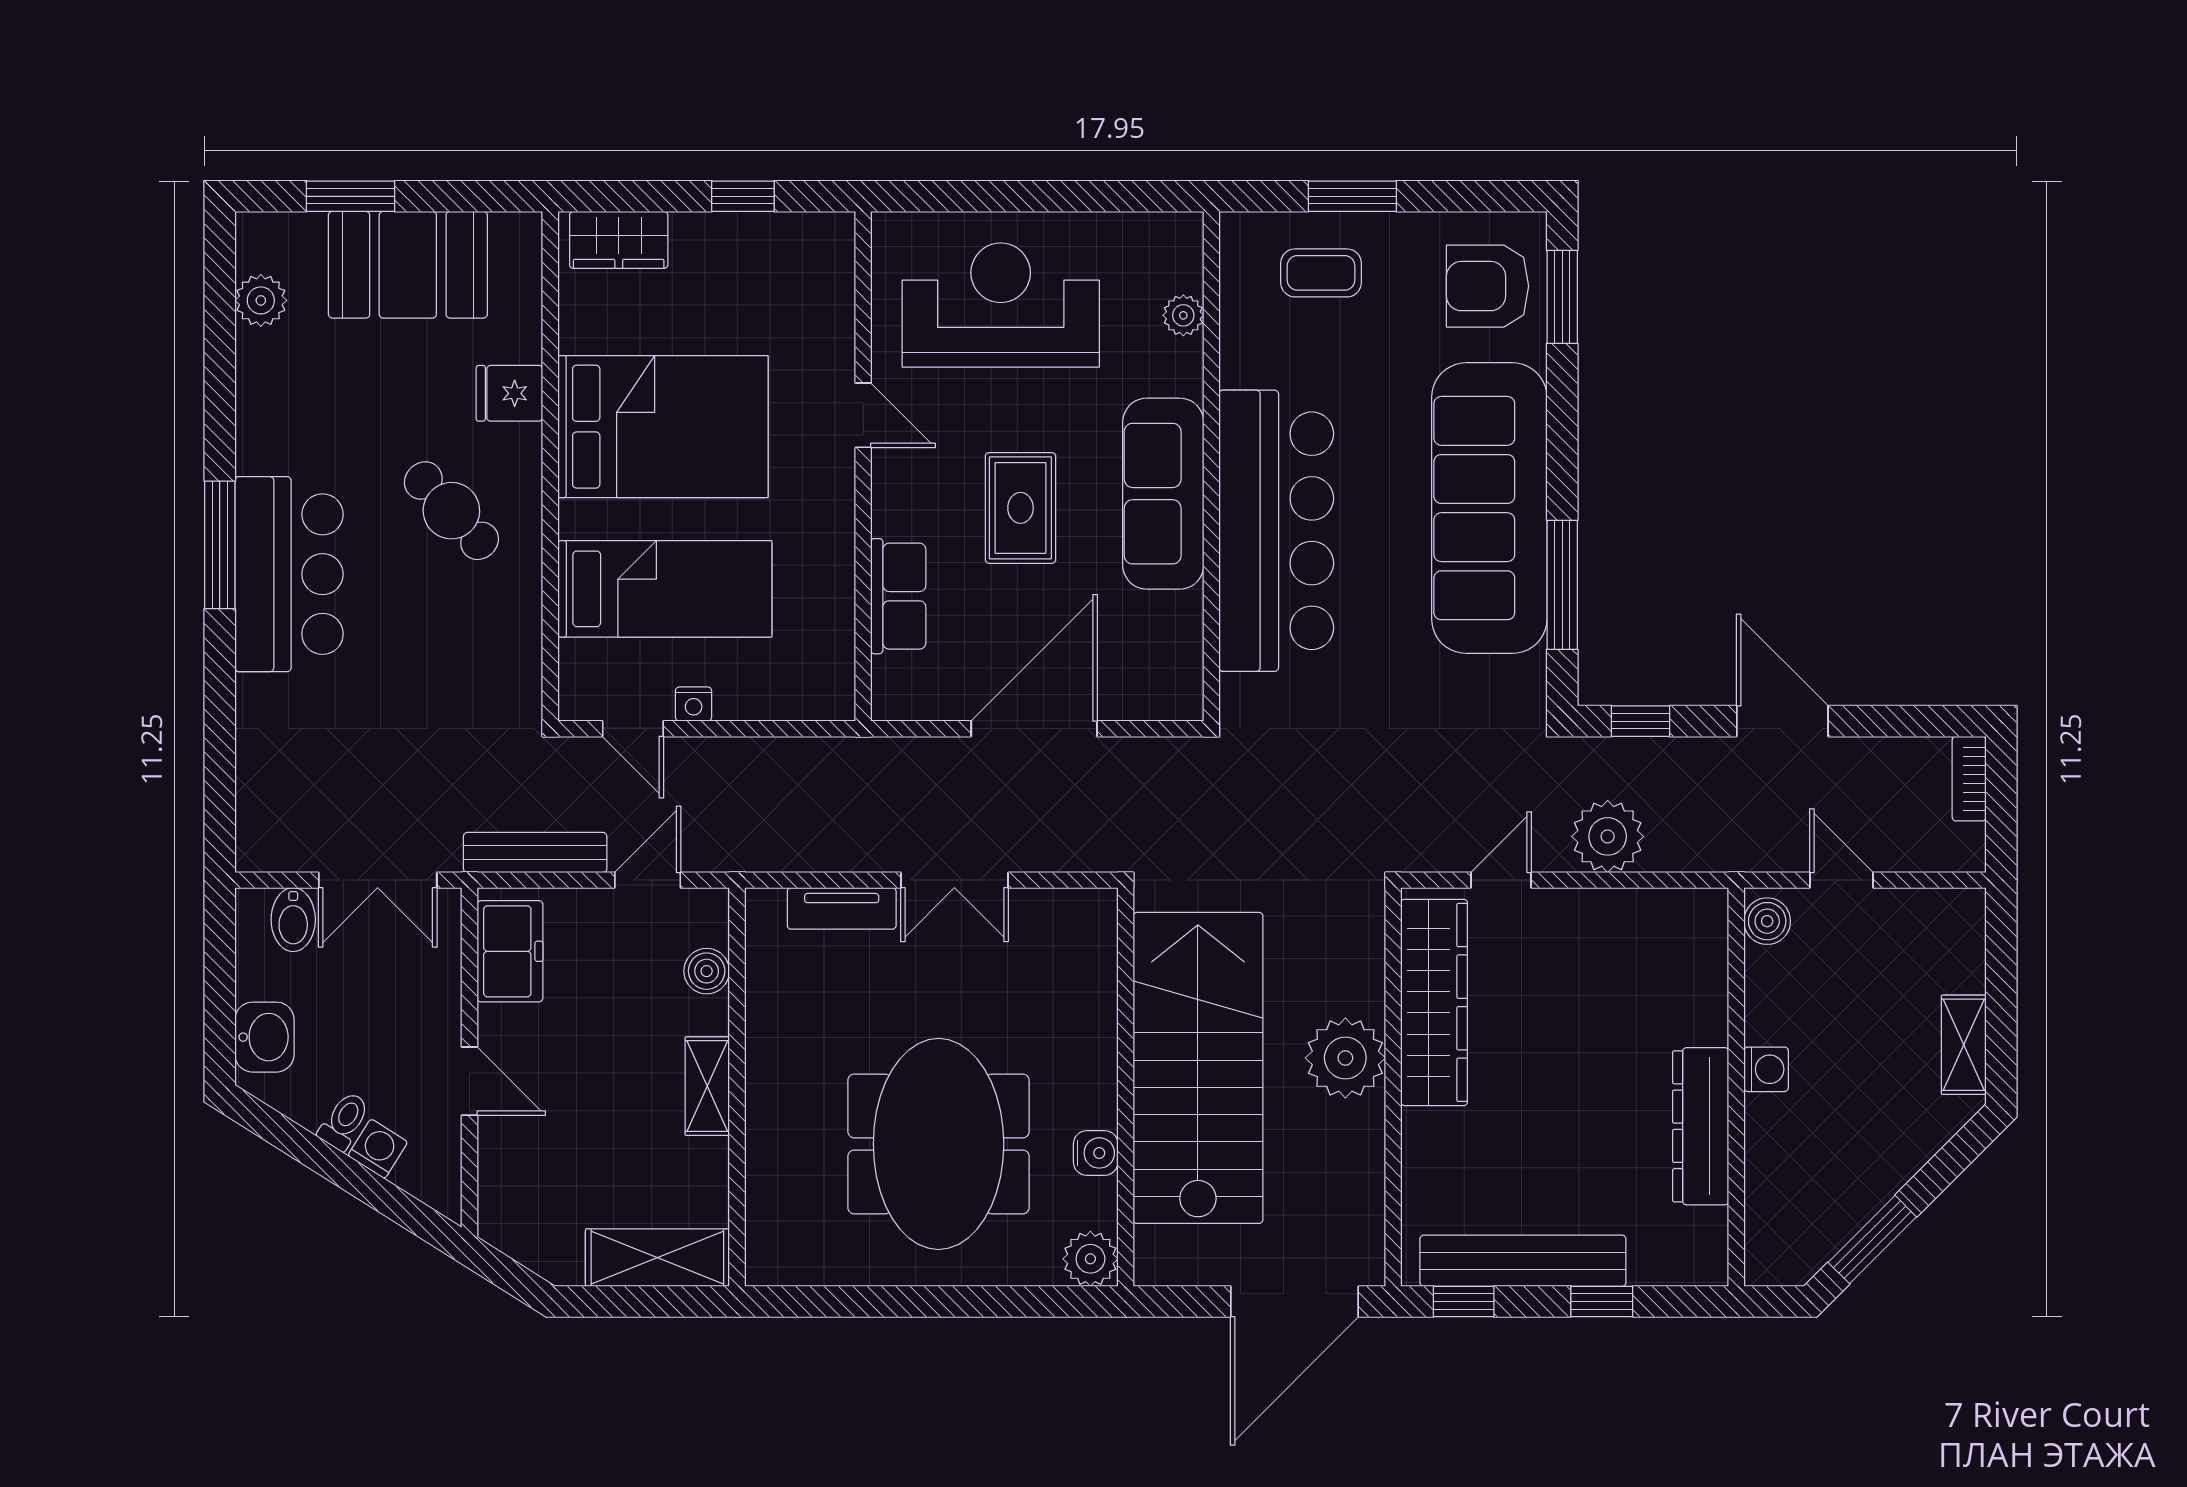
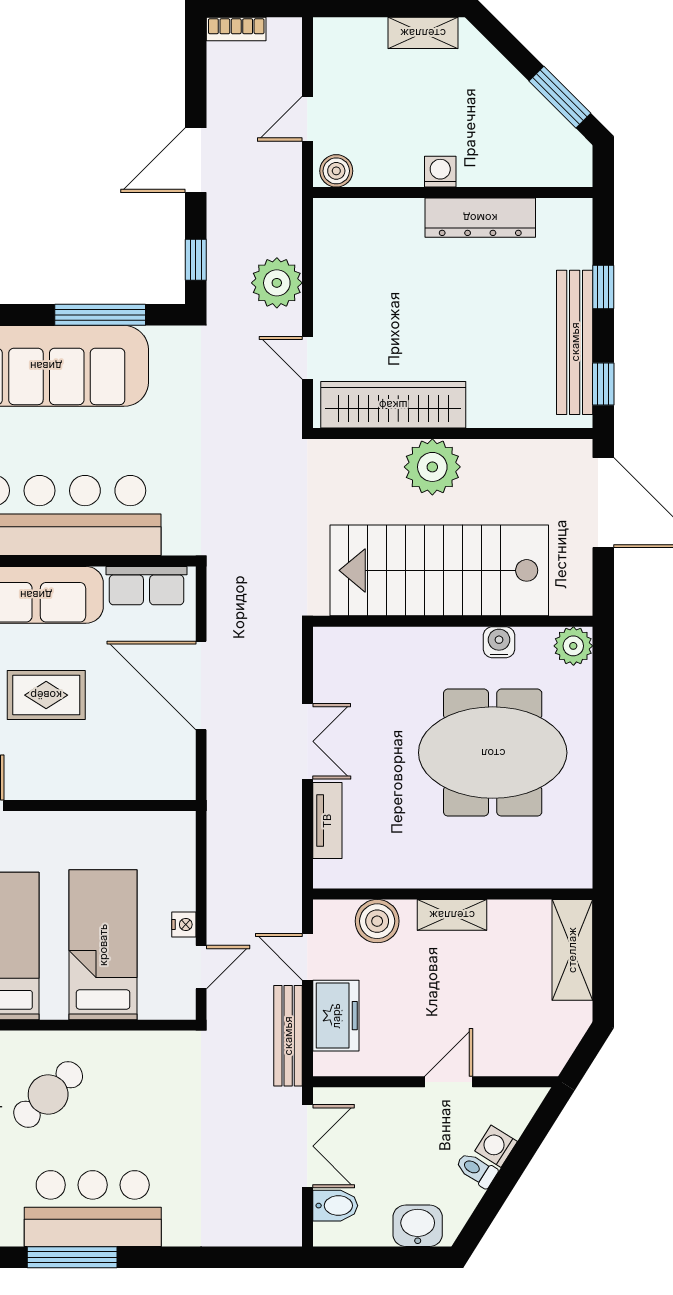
row of seats: (898, 596) -> (146, 586), moved, turned 180
freezer: (510, 951) -> (336, 1016), moved, turned 90
boiler: (707, 971) -> (377, 921), width x1.36, depth x1.36

